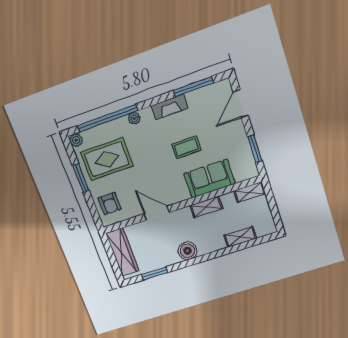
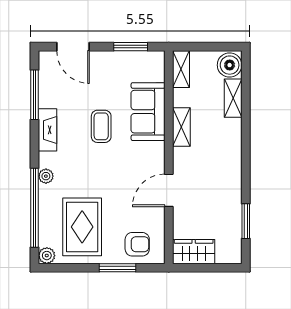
window: (81, 178) -> (117, 268), moved
boiler: (187, 251) -> (230, 65), moved
wardrobe: (122, 252) -> (194, 252), width x0.67

